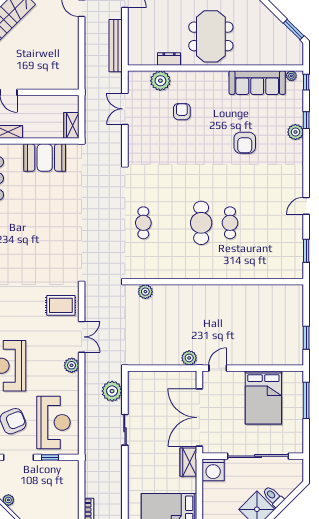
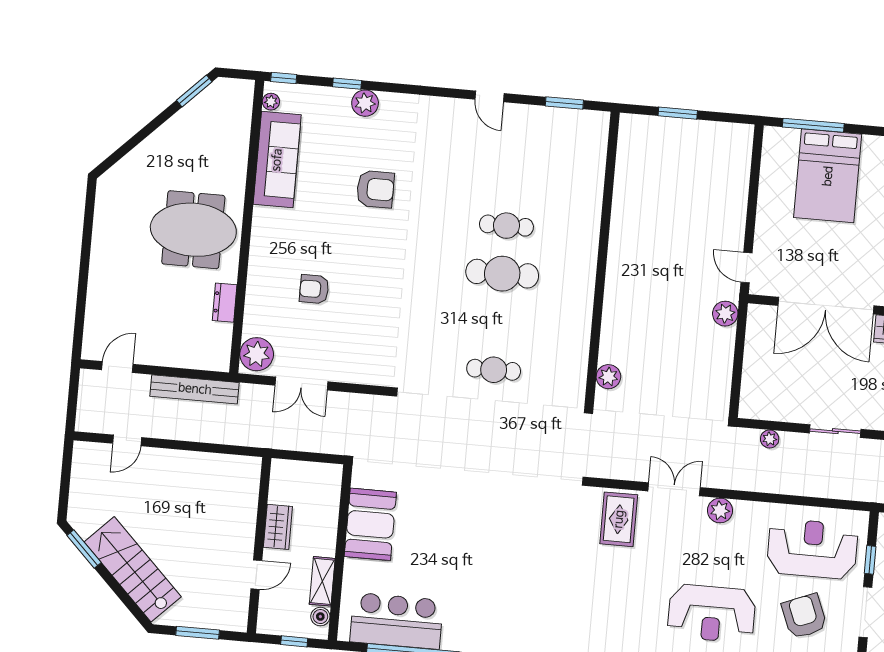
plant: (160, 81) -> (257, 354), moved
wardrobe: (71, 125) -> (278, 527), moved, turned -90
window: (306, 338) -> (678, 113), moved
plant: (112, 391) -> (770, 439), width x0.53, depth x0.53
bed: (263, 398) -> (828, 176), moved, turned 90

